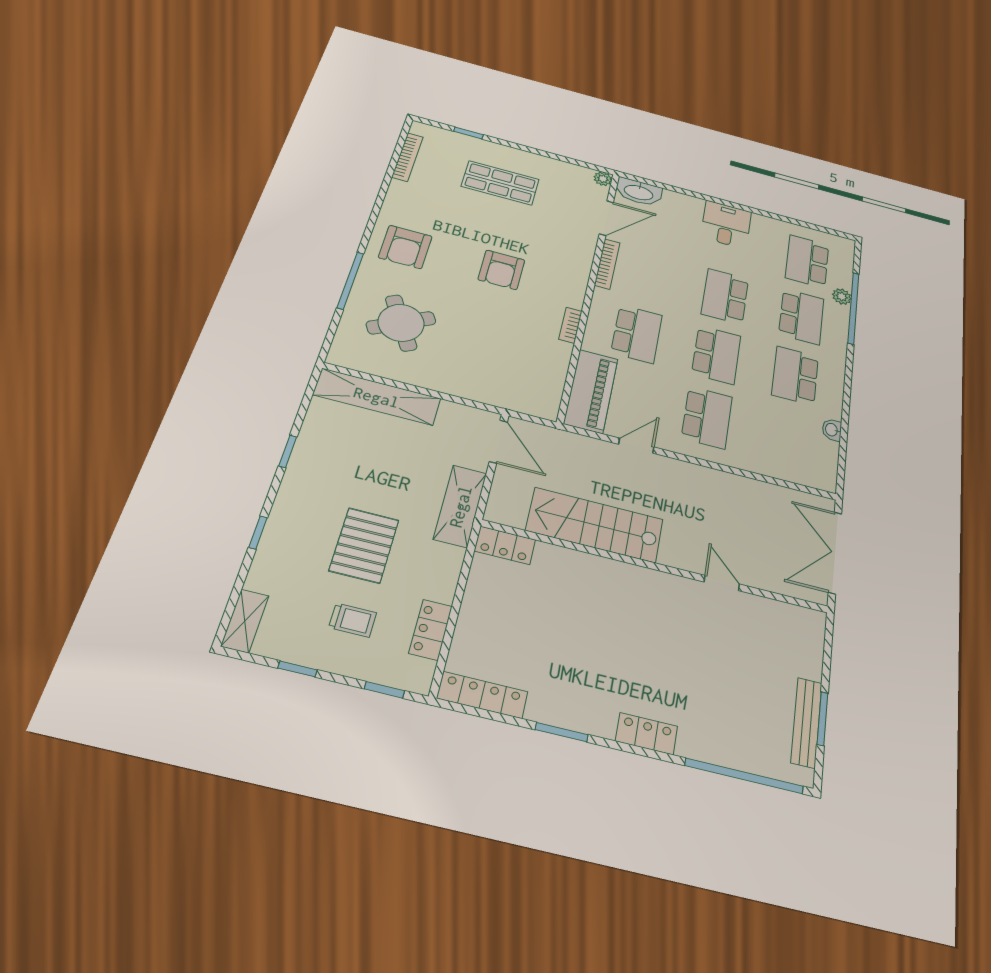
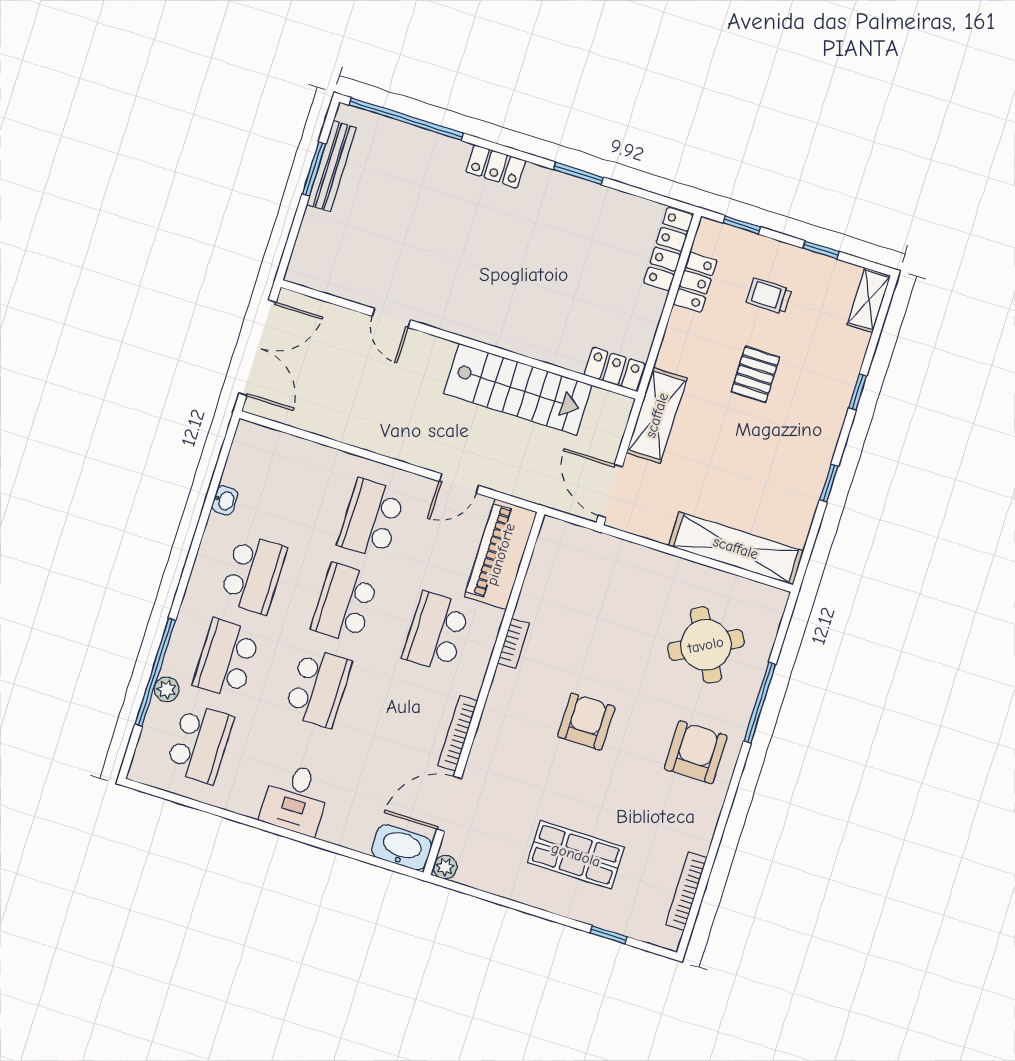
pallet: (364, 545) -> (755, 374), width x0.67, depth x0.71
locker: (482, 695) -> (668, 249), moved, turned 90

